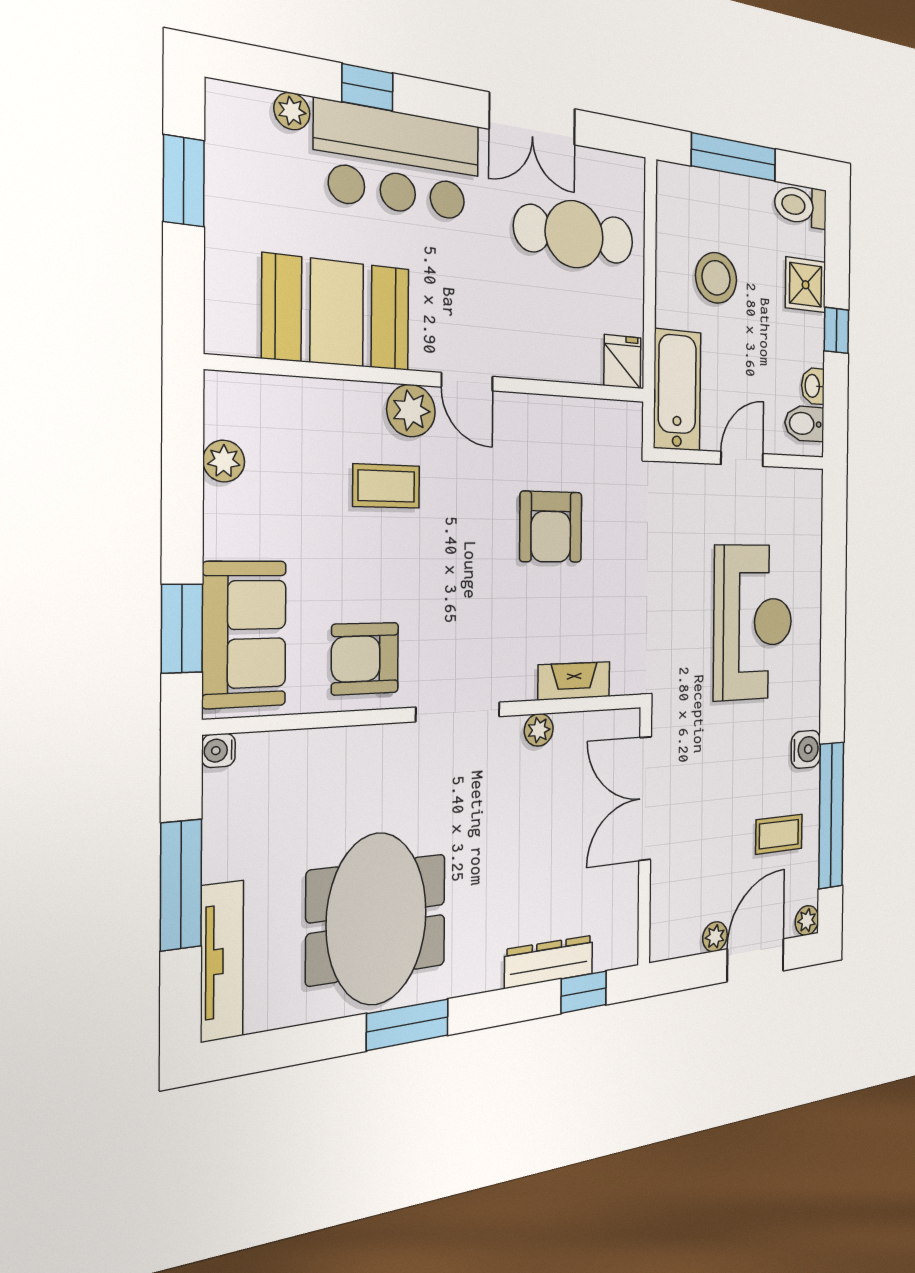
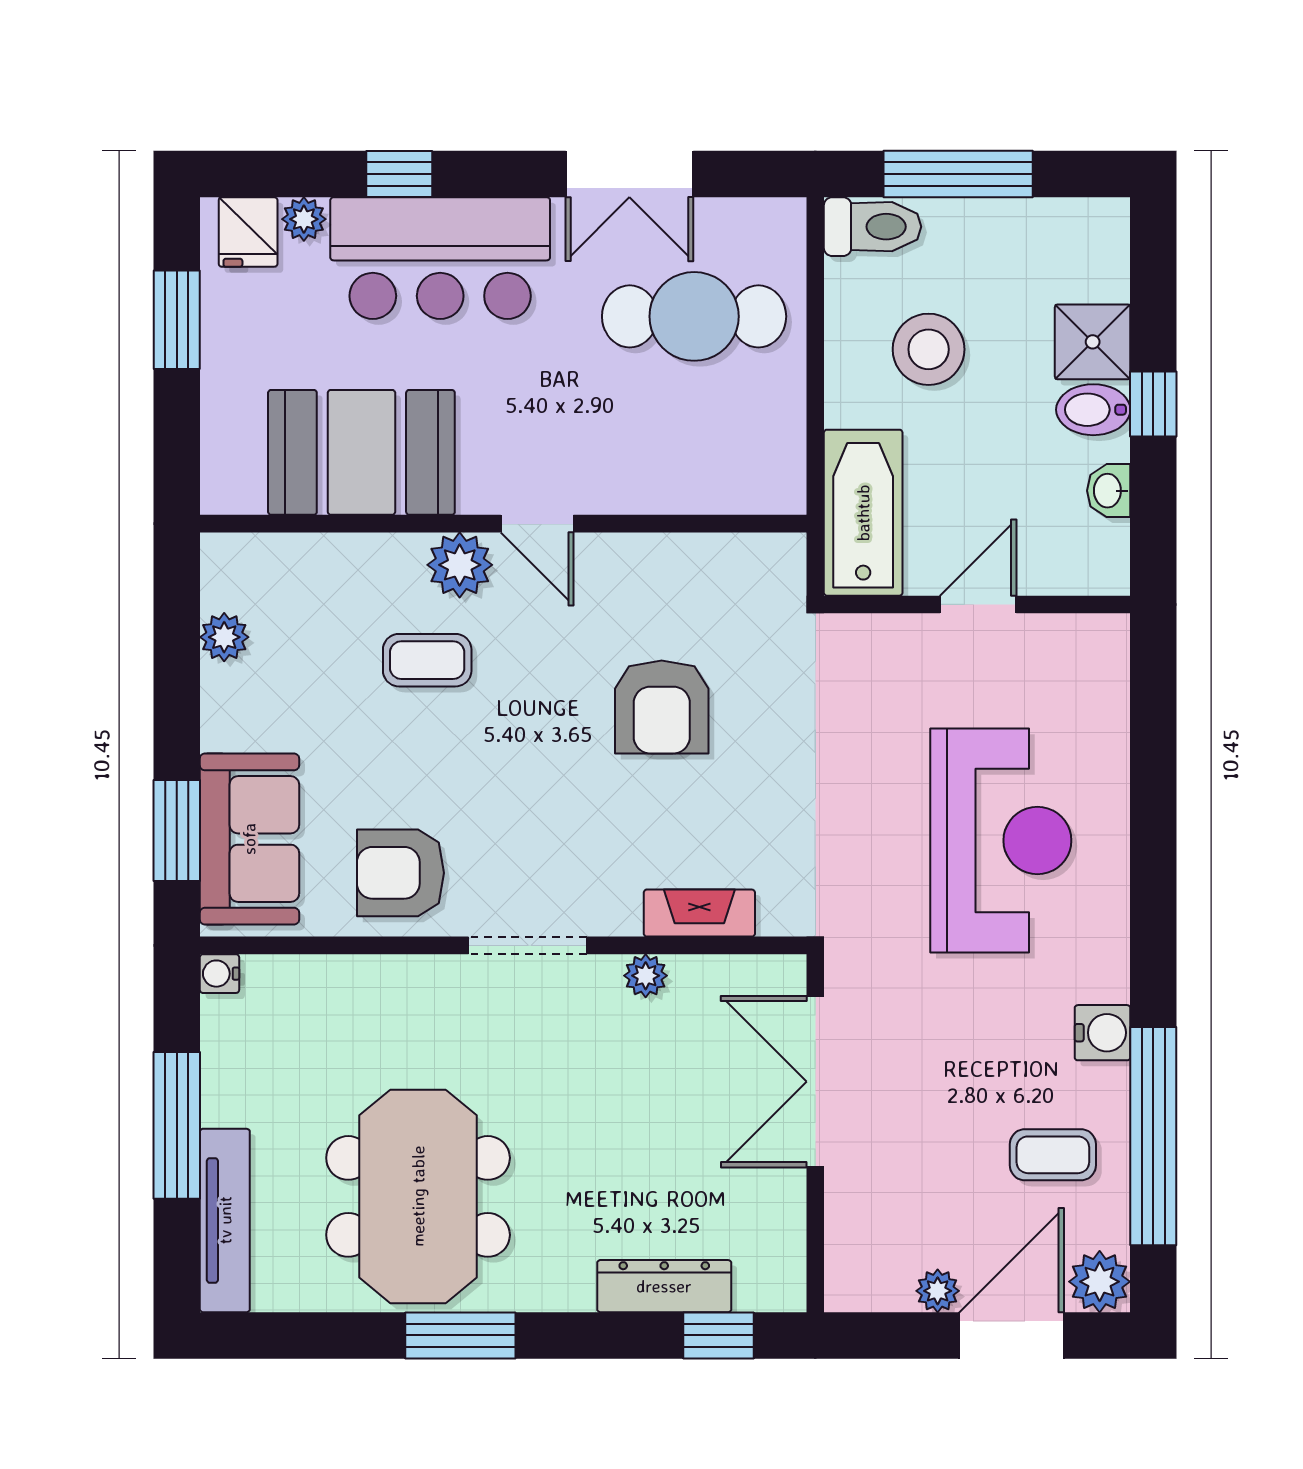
toilet: (801, 206) -> (873, 227), moved, turned 180
fridge: (622, 362) -> (248, 232), moved, turned 180
bidet: (804, 424) -> (1093, 410), moved
plant: (807, 920) -> (1100, 1282), width x1.38, depth x1.38

